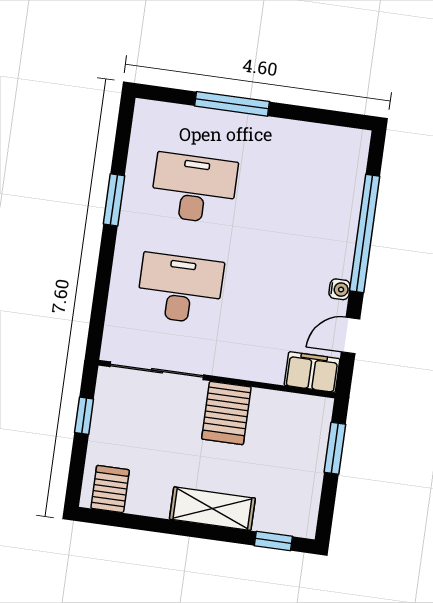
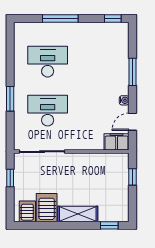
window: (339, 119) -> (113, 19), added
window: (114, 200) -> (10, 99), moved
window: (365, 233) -> (133, 72), width x0.47
server rack: (226, 413) -> (47, 208), moved, turned 180
window: (335, 448) -> (133, 177), width x0.67

